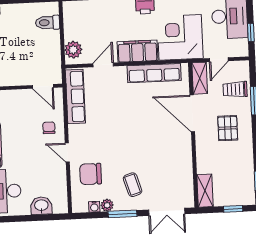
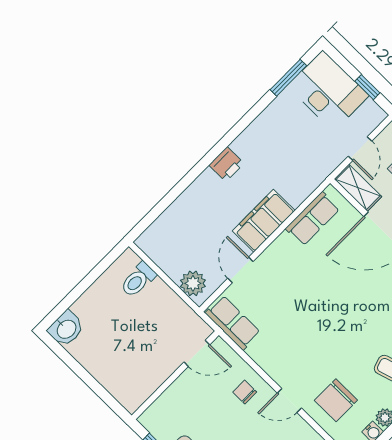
corner desk: (180, 37) -> (296, 163), removed
row of seats: (154, 73) -> (313, 219), width x0.68
row of seats: (75, 96) -> (233, 323), width x0.68

